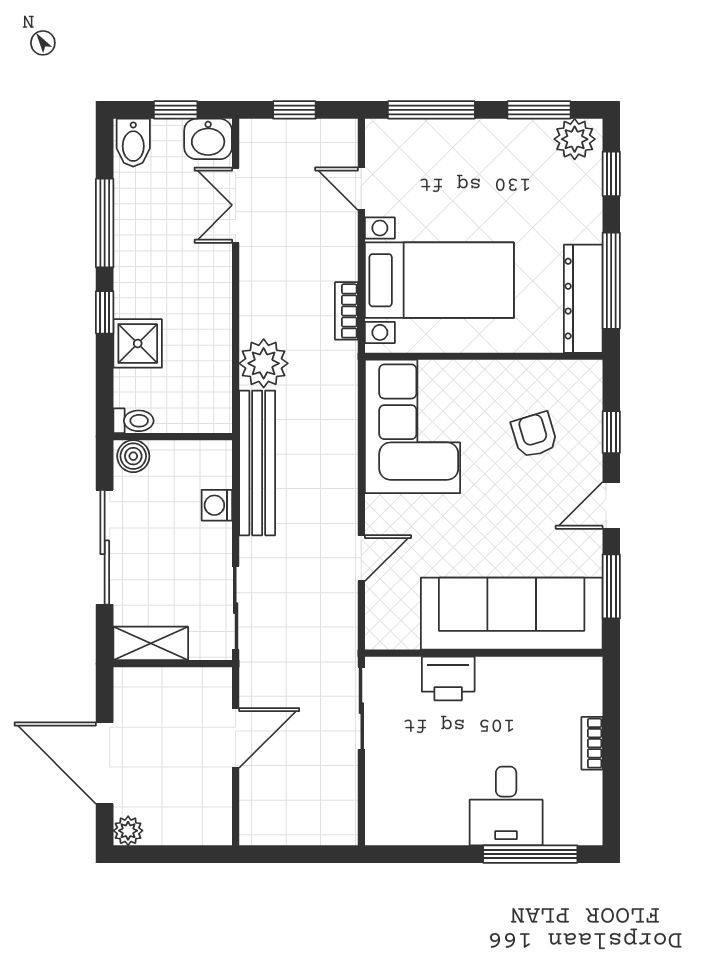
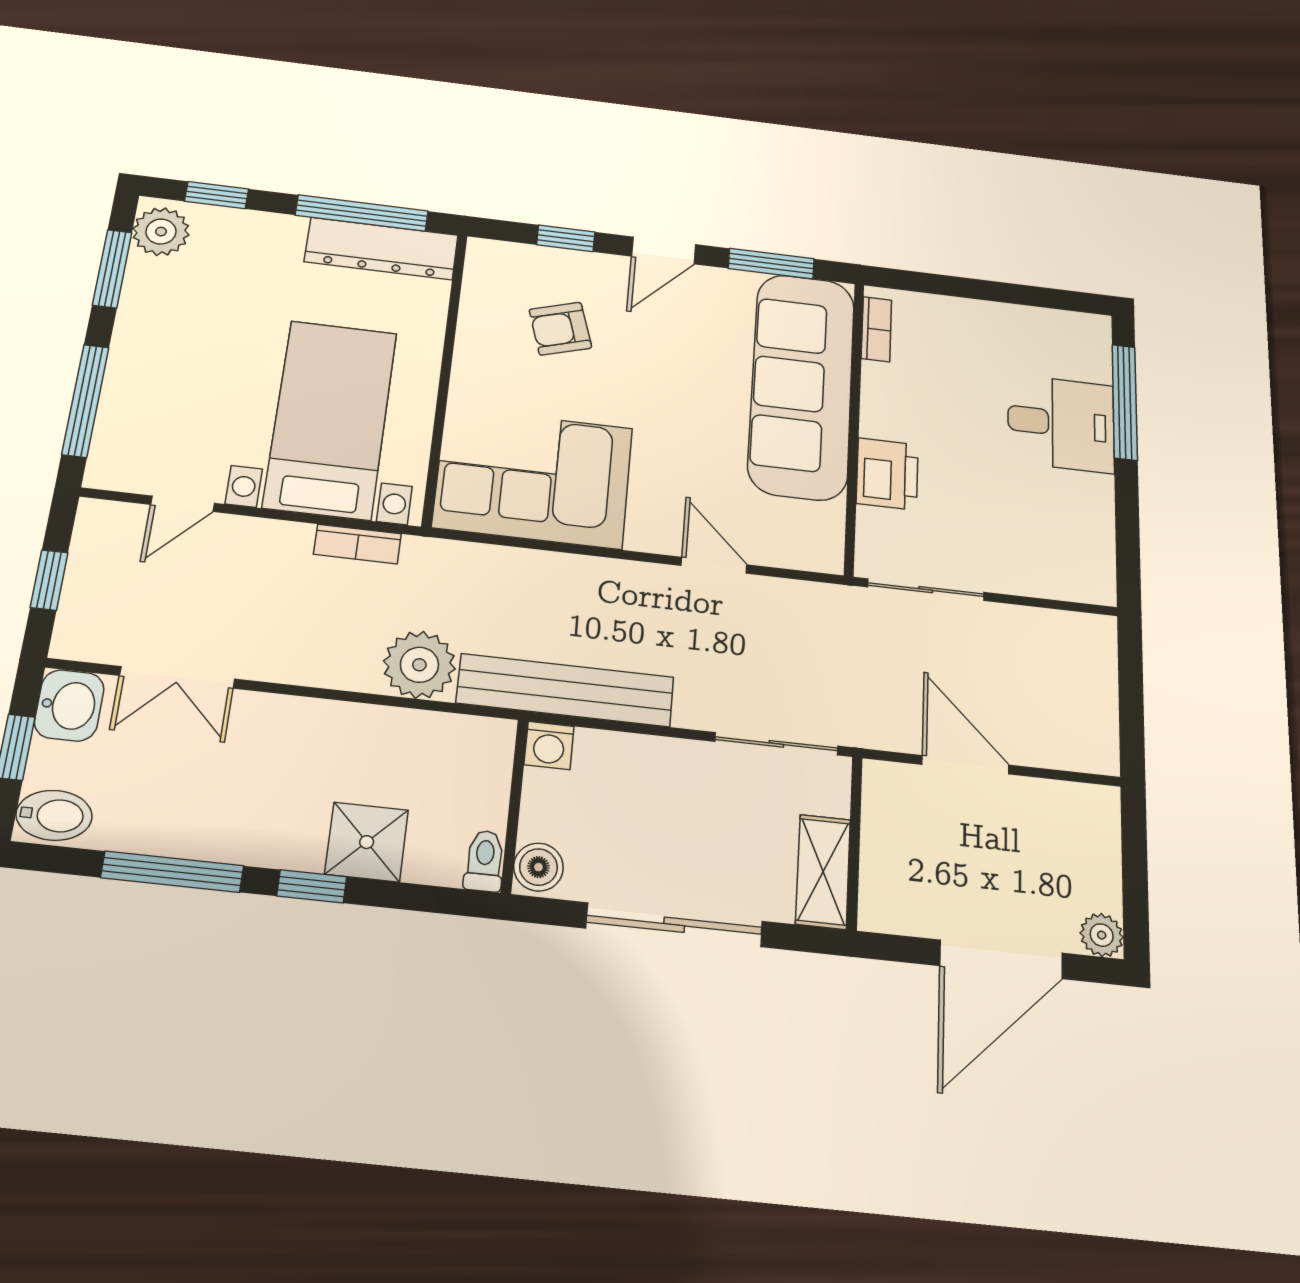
washing machine: (217, 505) -> (549, 745), moved
door: (611, 505) -> (664, 250), hinge flipped
bookcase: (592, 743) -> (876, 329), moved, turned -90

